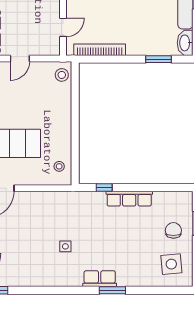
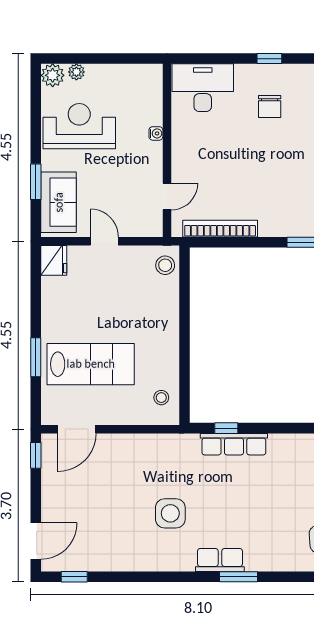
door: (20, 58) -> (104, 241), swing flipped
row of seats: (129, 199) -> (234, 444), moved
side table: (65, 246) -> (170, 513), width x1.87, depth x1.87

